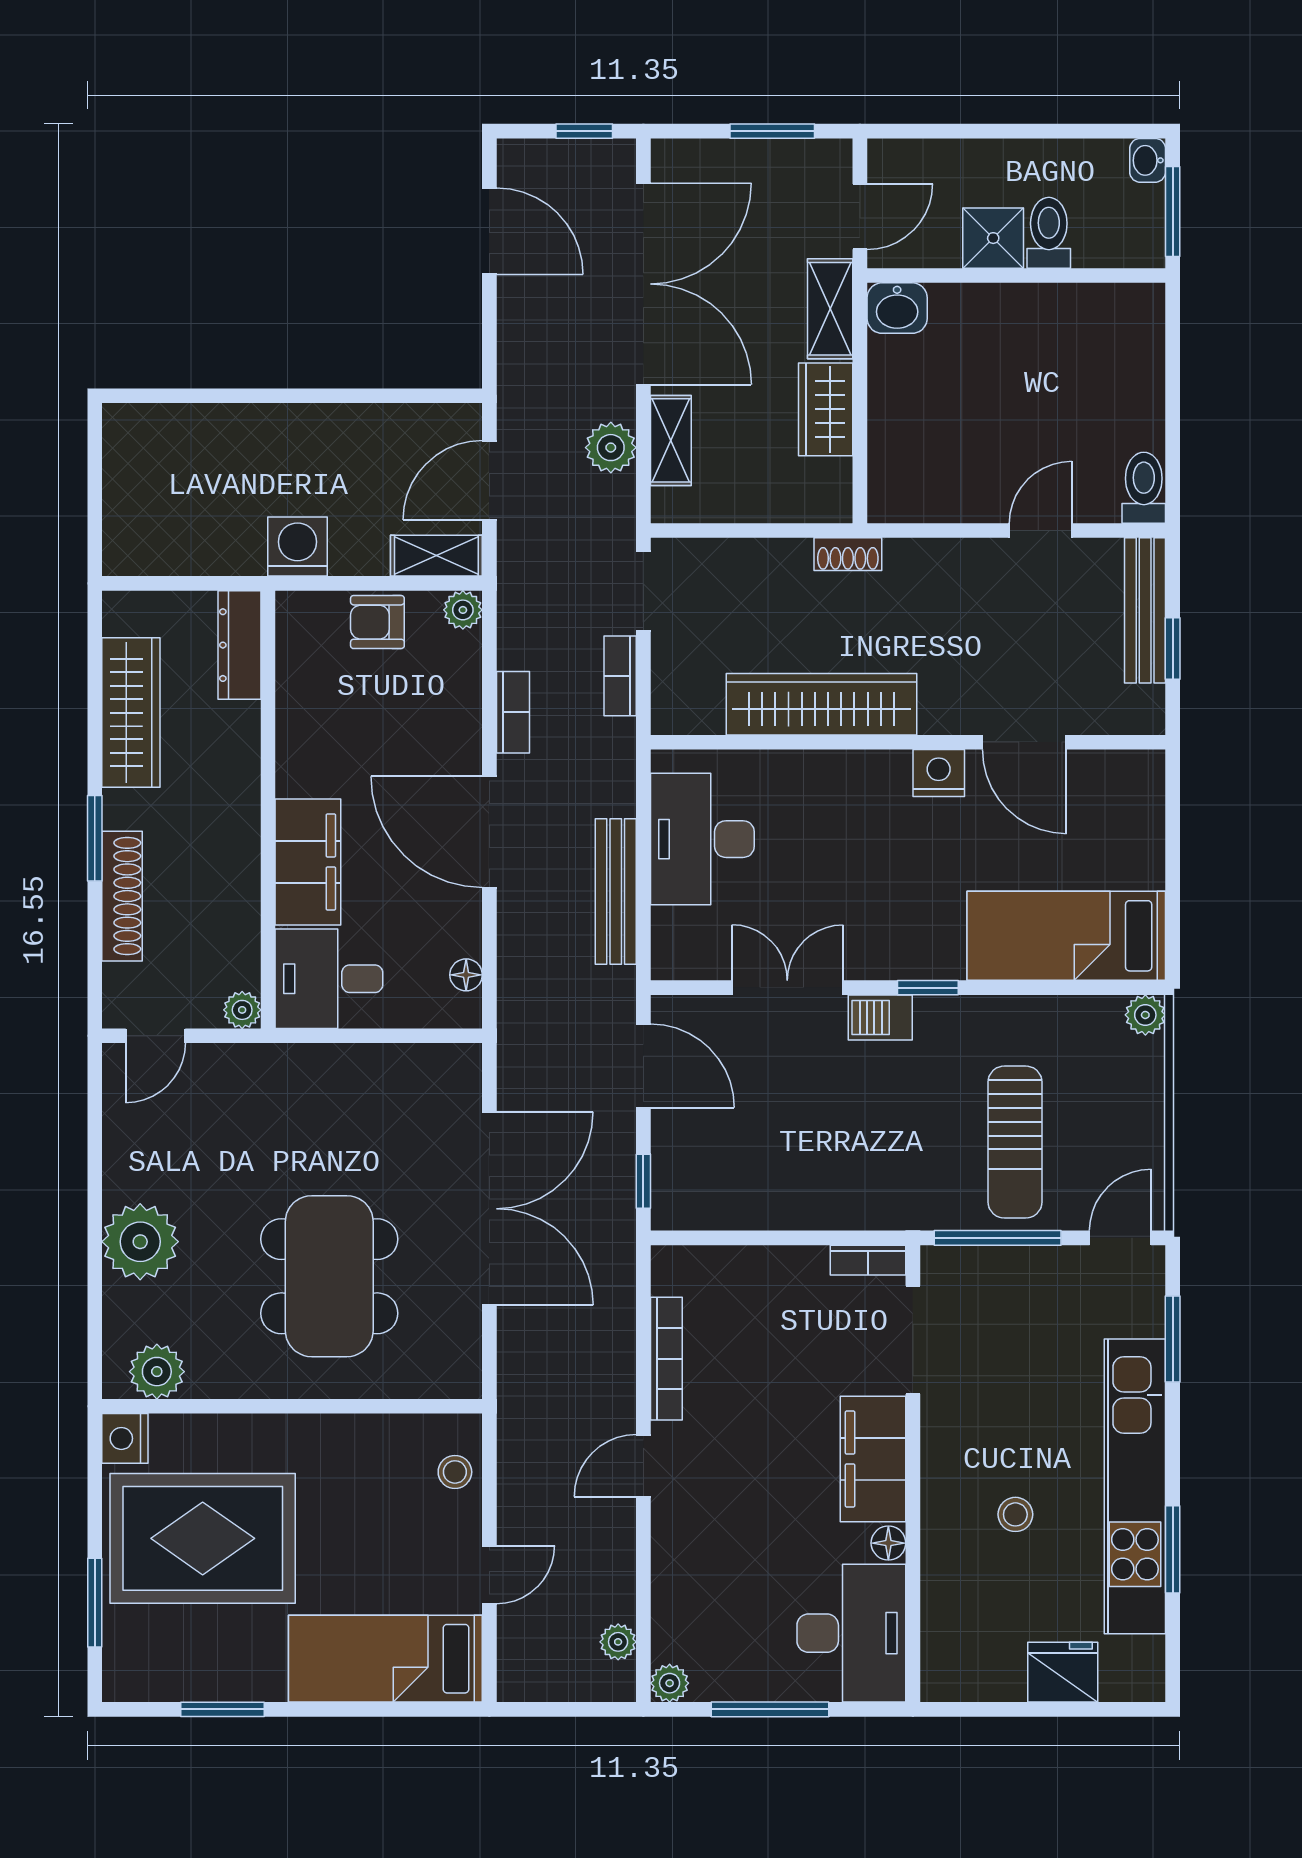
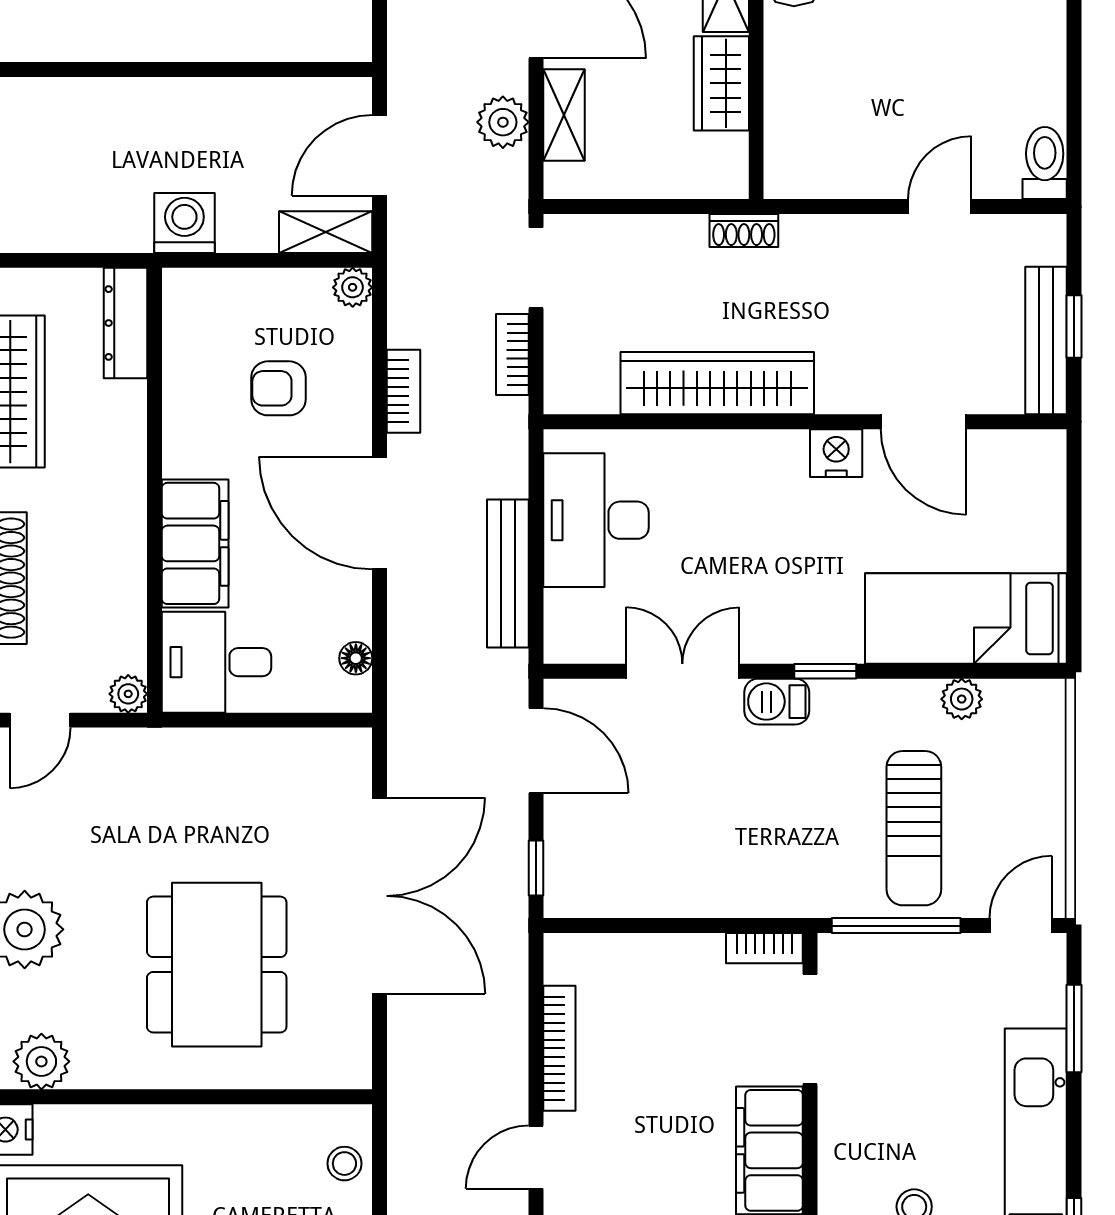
bench: (1145, 610) -> (1046, 341), moved
armchair: (377, 622) -> (278, 388), moved
plant: (1145, 1015) -> (962, 699), moved

